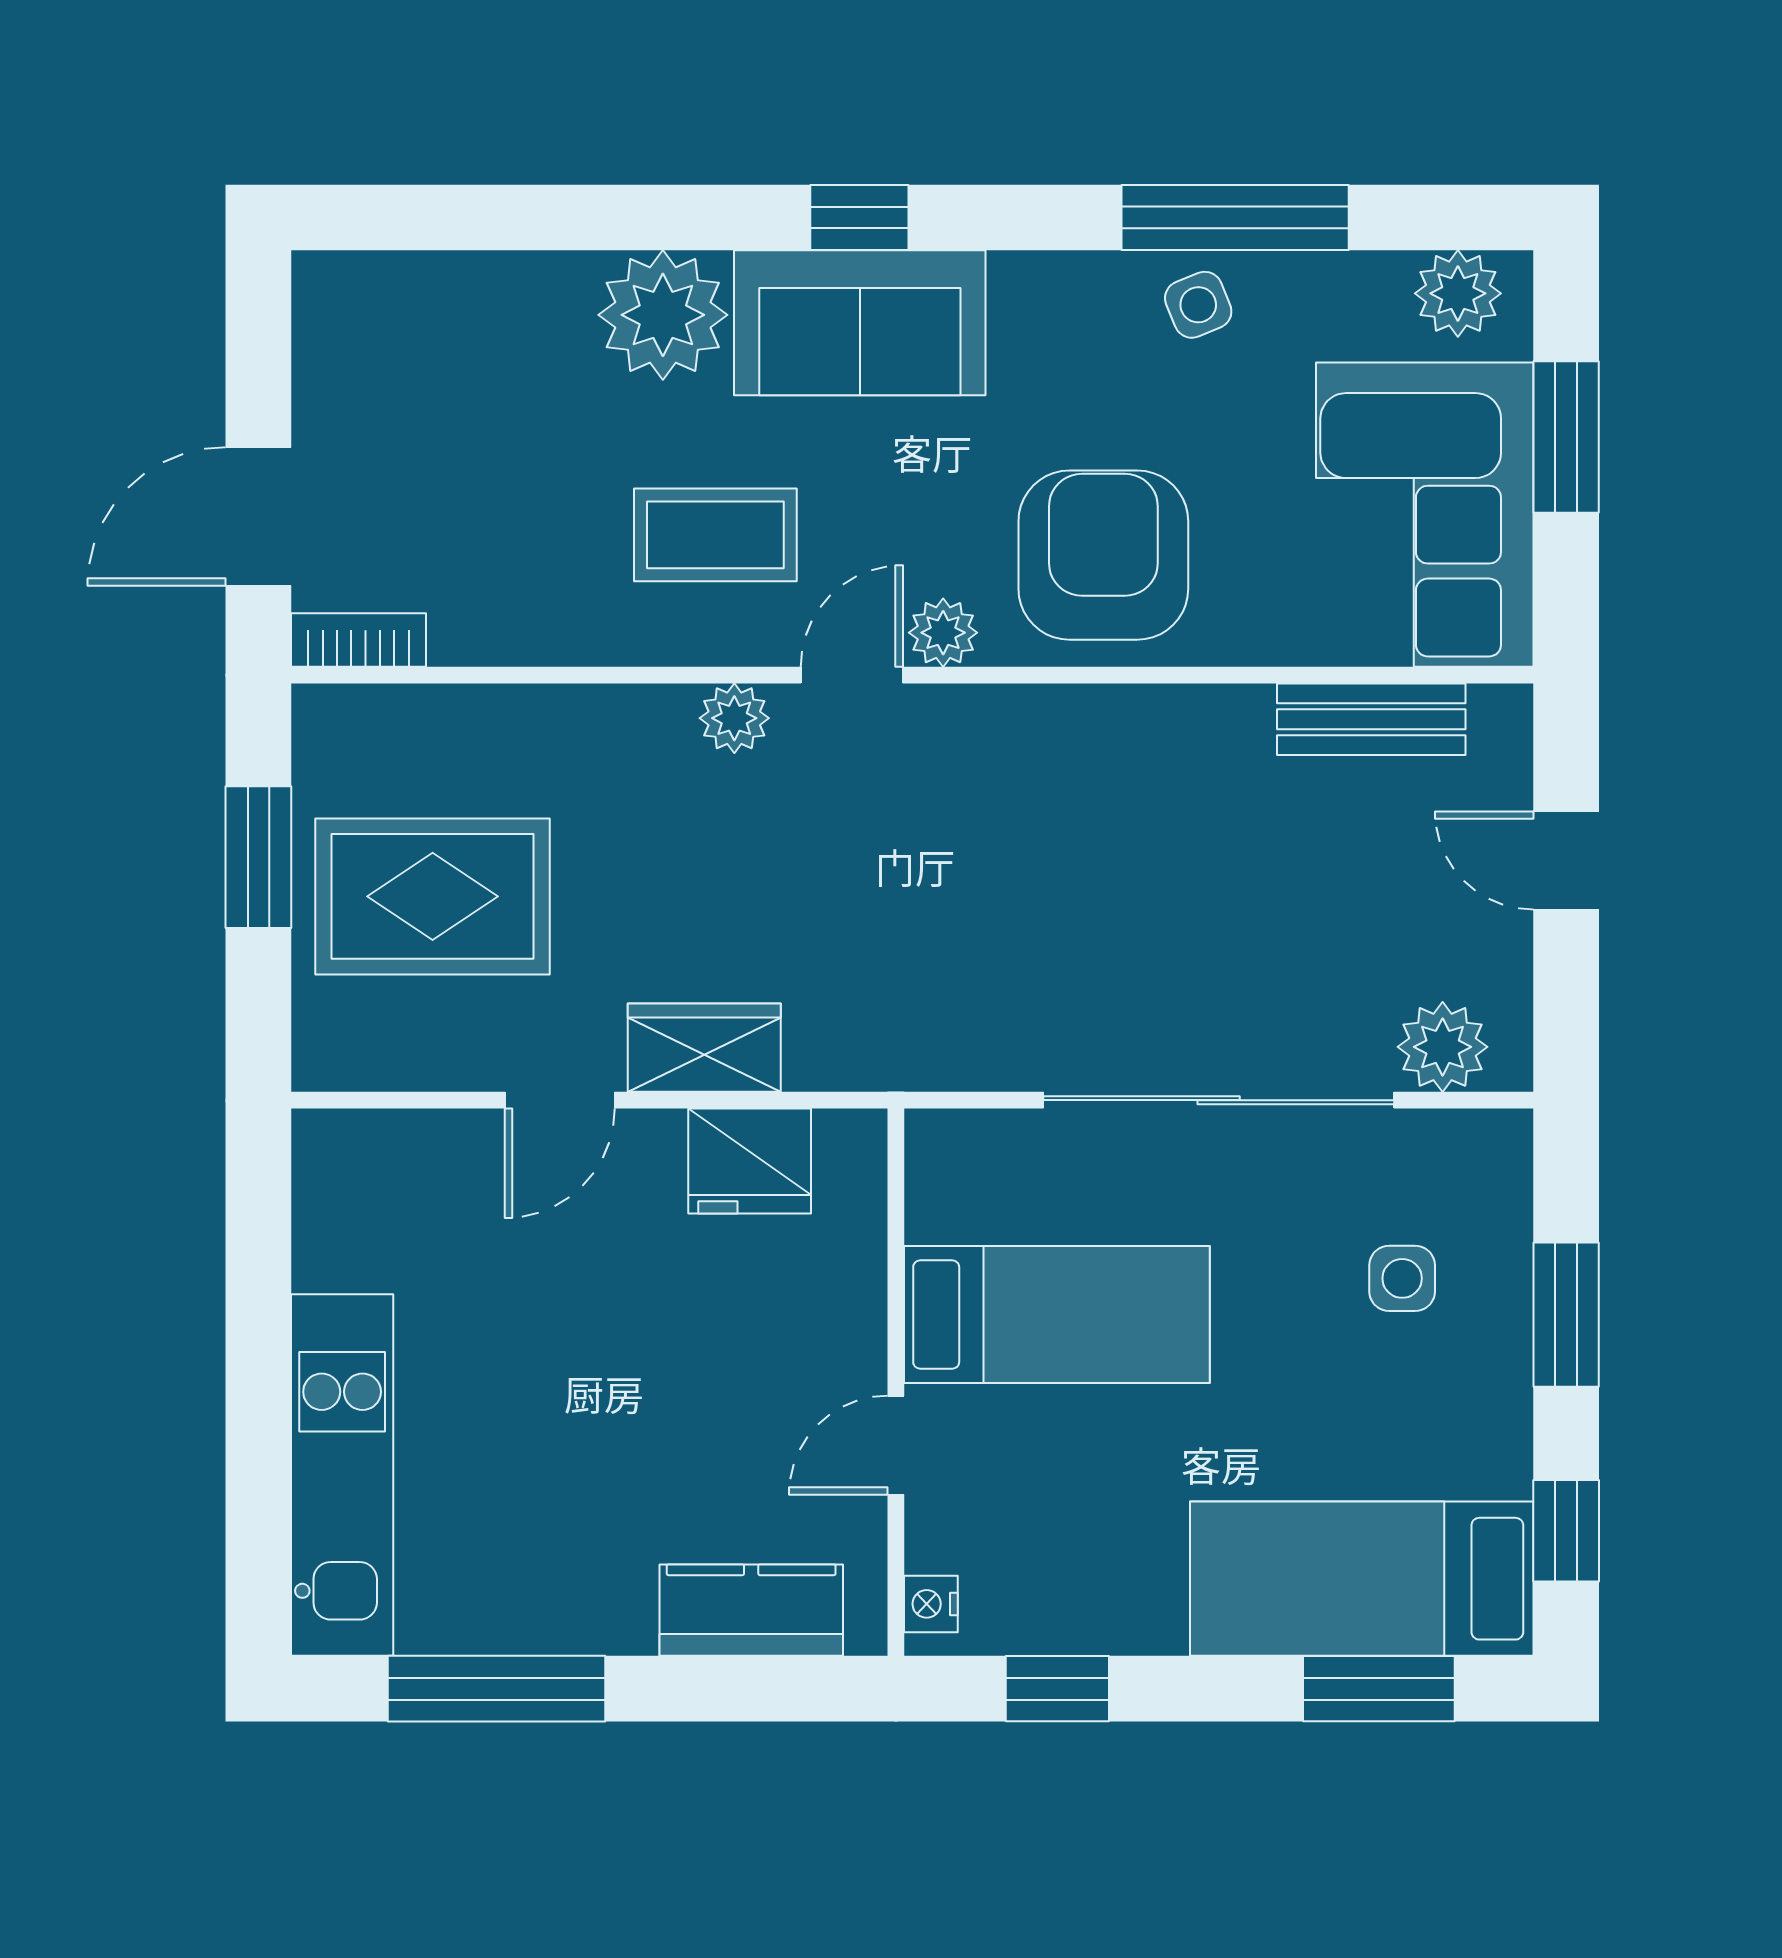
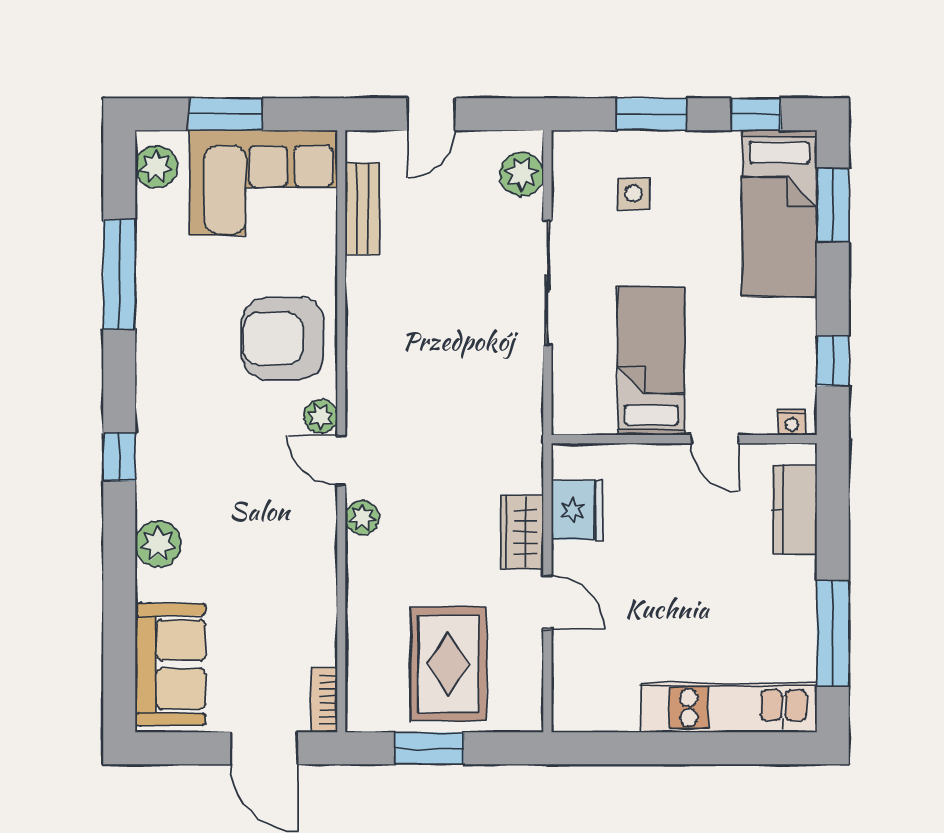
side table: (1198, 305) -> (162, 293), removed
plant: (663, 315) -> (158, 544), width x0.73, depth x0.73
sofa: (860, 323) -> (170, 664), moved
coffee table: (715, 535) -> (273, 527), removed
sliding door: (1219, 1100) -> (547, 283), width x0.73

